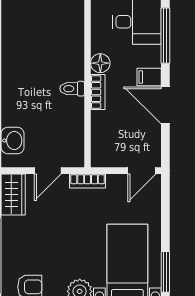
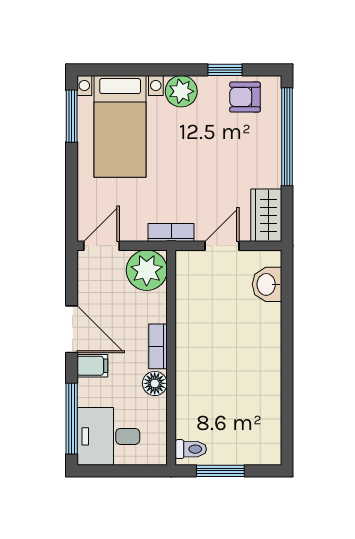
toilet: (72, 89) -> (191, 449), moved
plant: (107, 152) -> (147, 270), added

